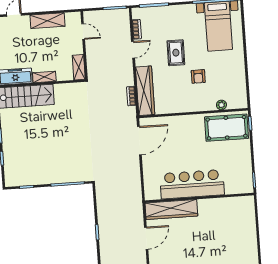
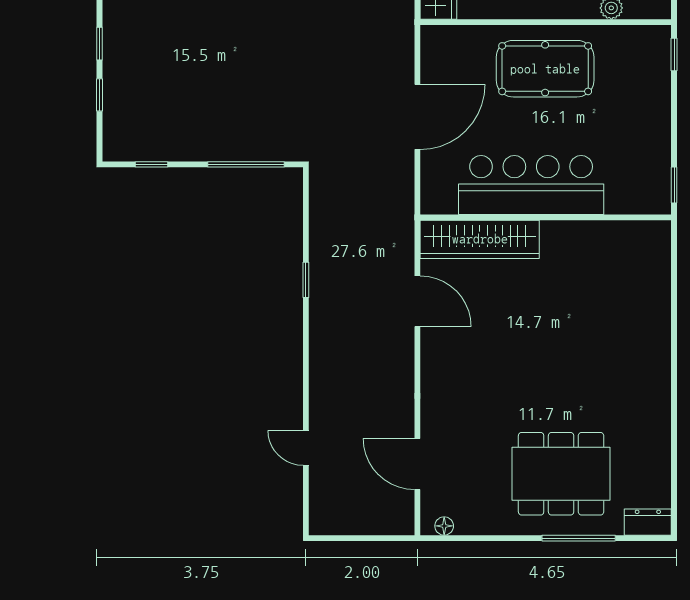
pool table: (227, 128) -> (545, 69), moved
door: (139, 141) -> (417, 117), moved
door: (146, 238) -> (417, 301), hinge flipped

